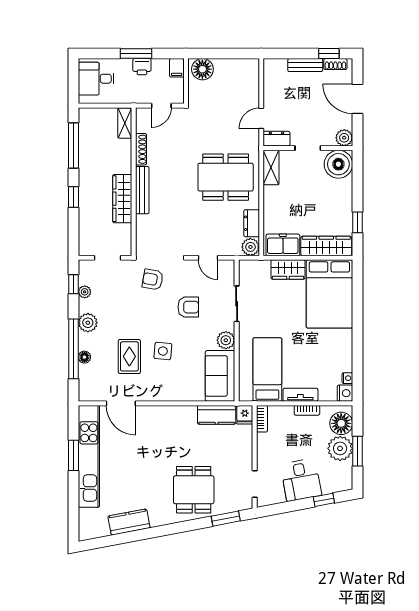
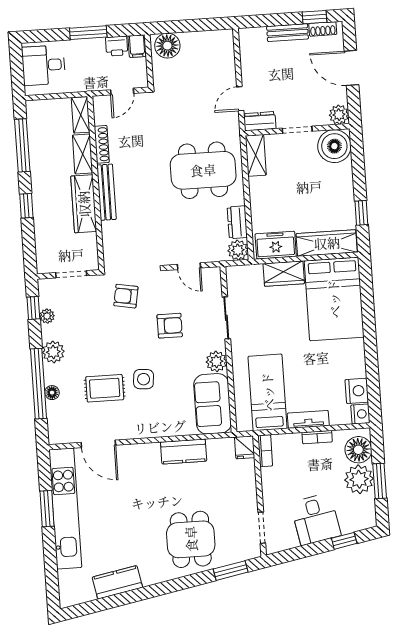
printer: (142, 67) -> (117, 46), moved
shelving: (124, 156) -> (83, 154), added
rug: (129, 356) -> (105, 388), turned 90
nightstand: (347, 378) -> (357, 391), width x1.89, depth x1.79
kitchen counter: (217, 415) -> (184, 452), moved

